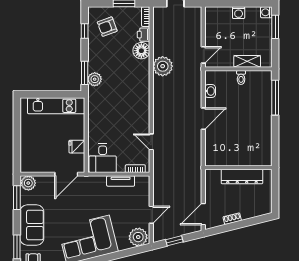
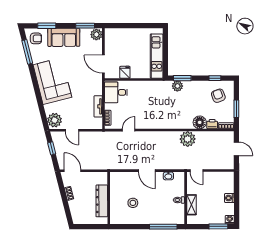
stool: (245, 137) -> (133, 203), added

